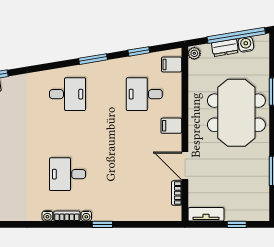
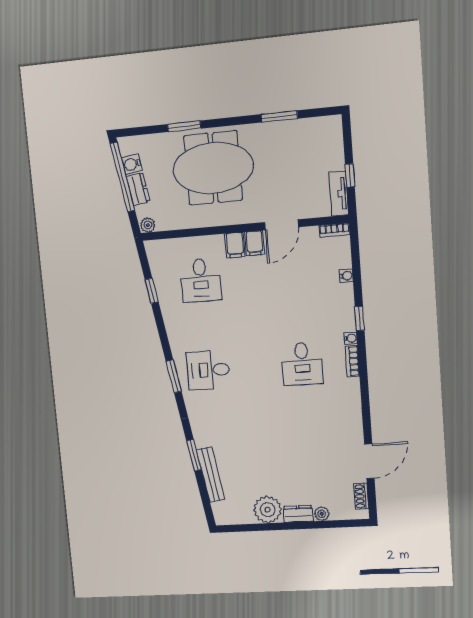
window: (93, 59) -> (174, 376), moved
filing cabinet: (172, 64) -> (254, 243), moved
desk: (68, 94) -> (208, 370), turned -90
bookcase: (177, 193) -> (334, 230), moved
water cooler: (47, 216) -> (346, 276), moved
window: (237, 224) -> (350, 176), moved

